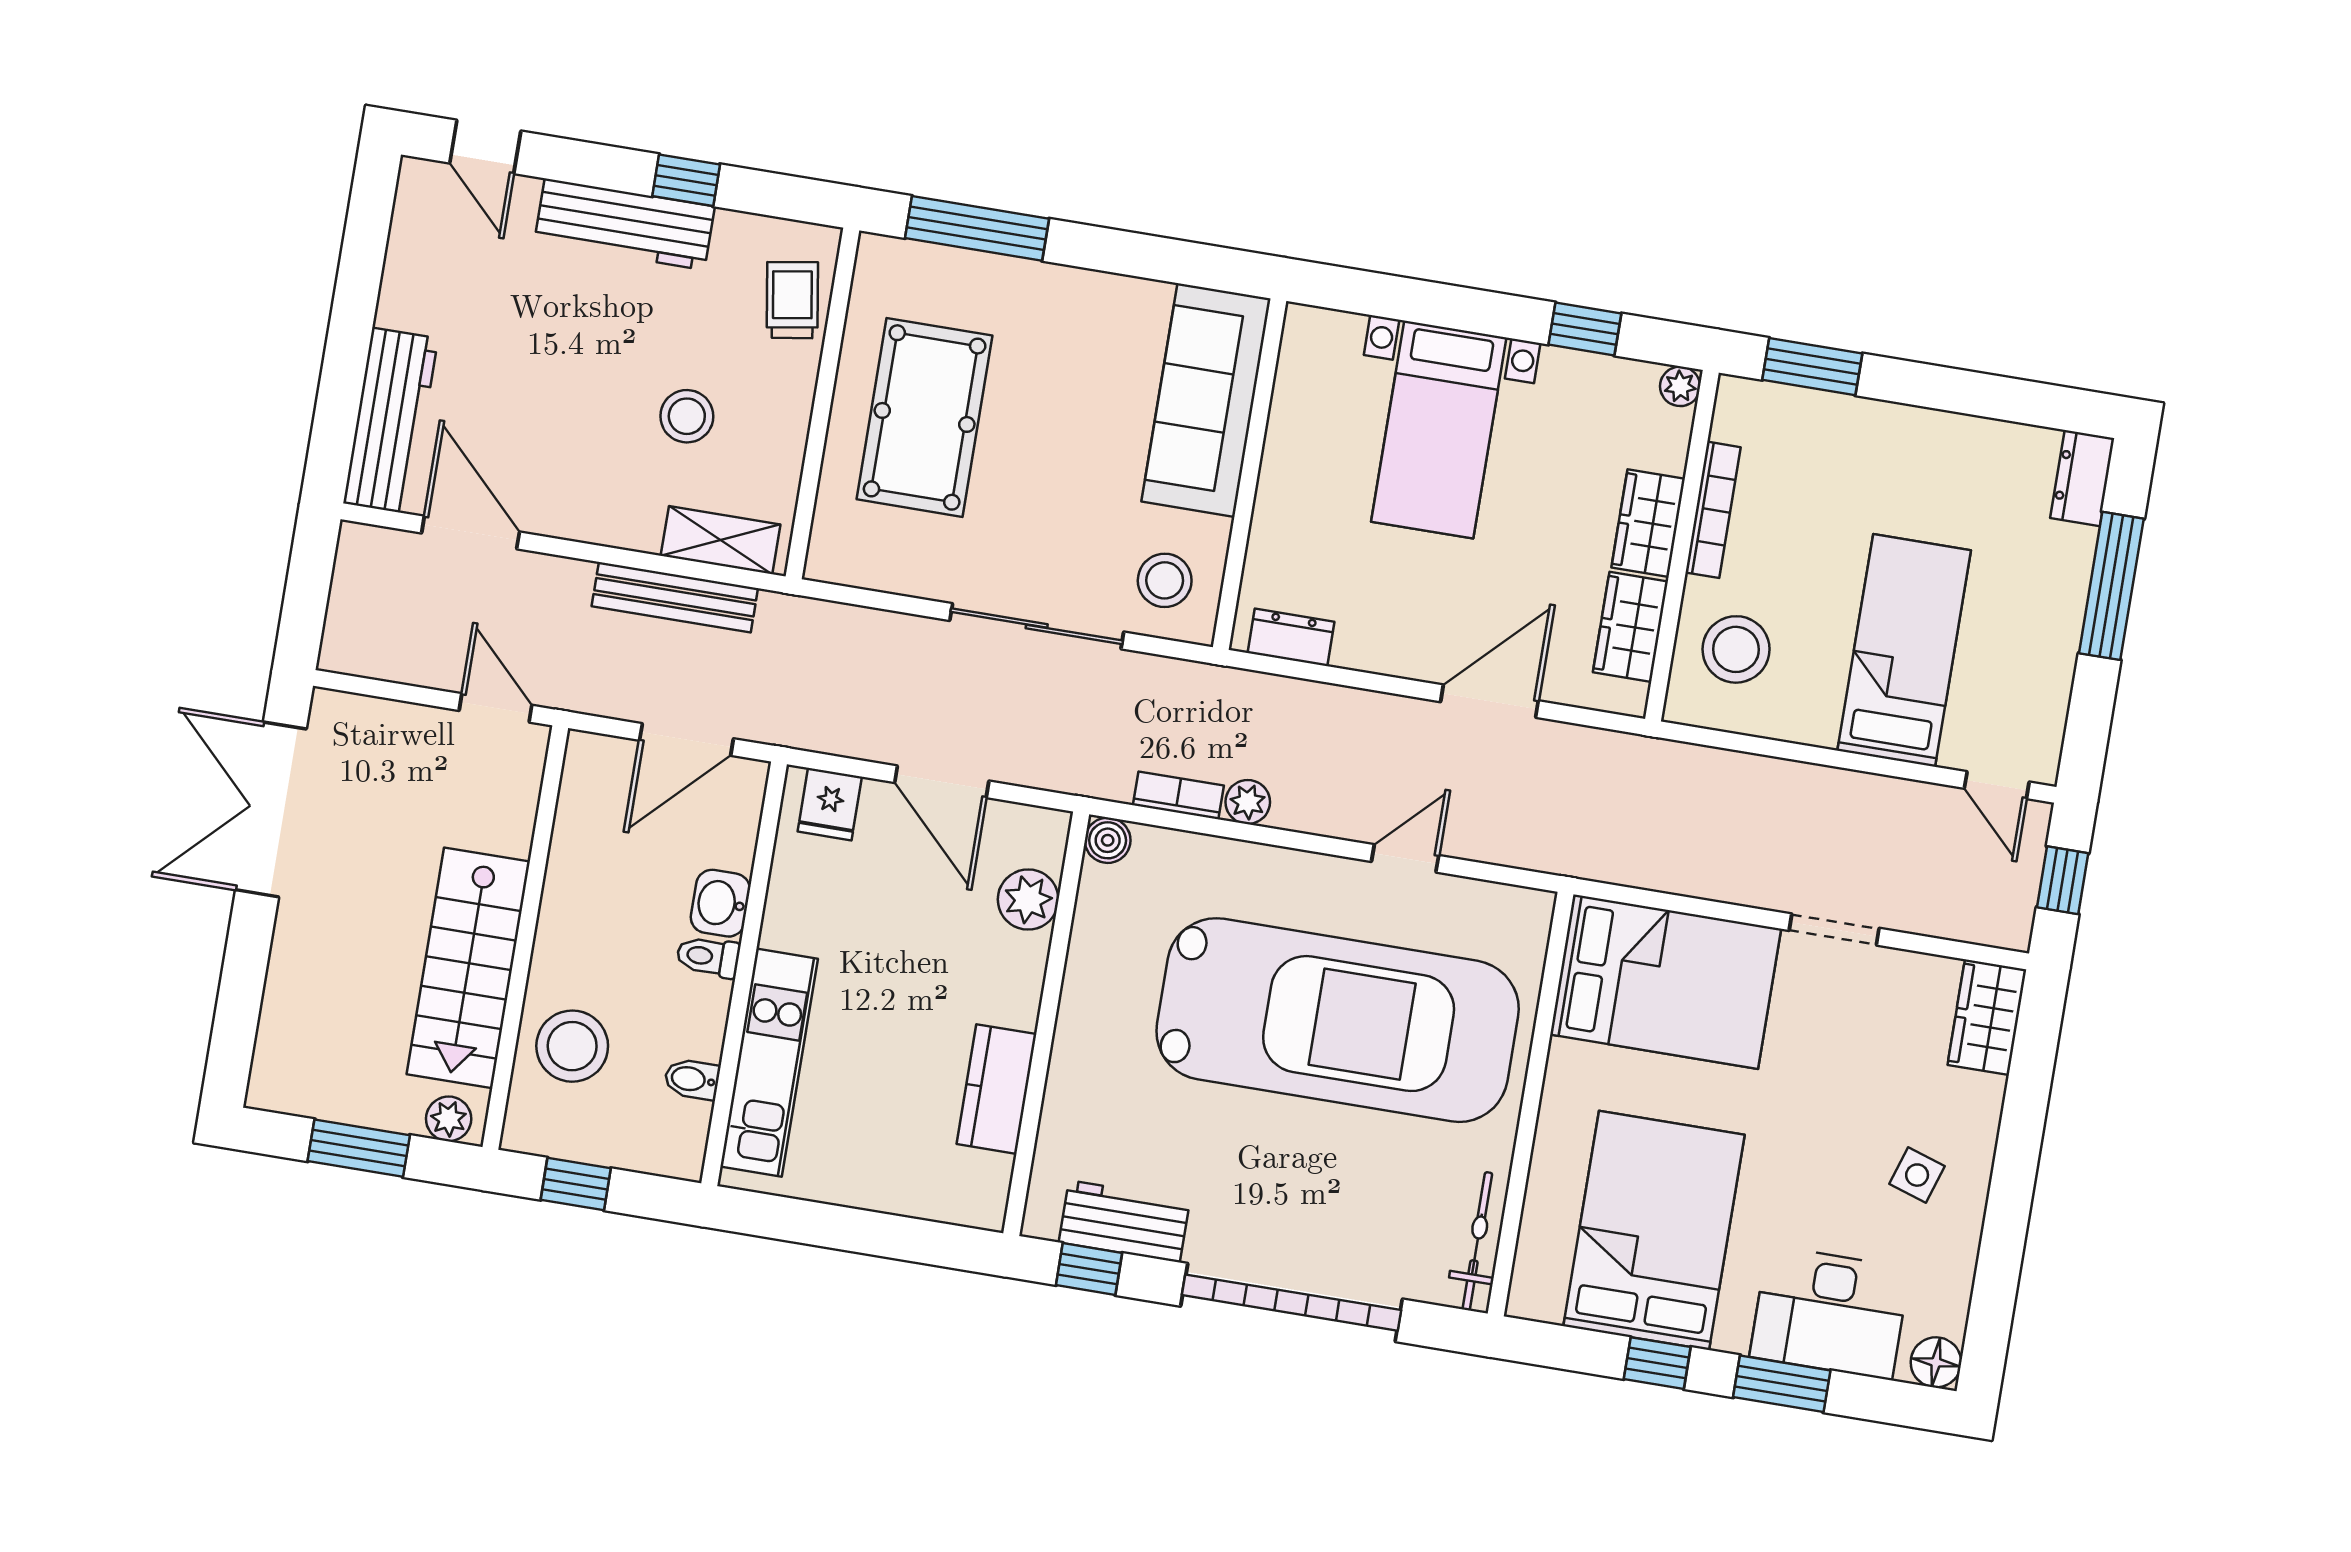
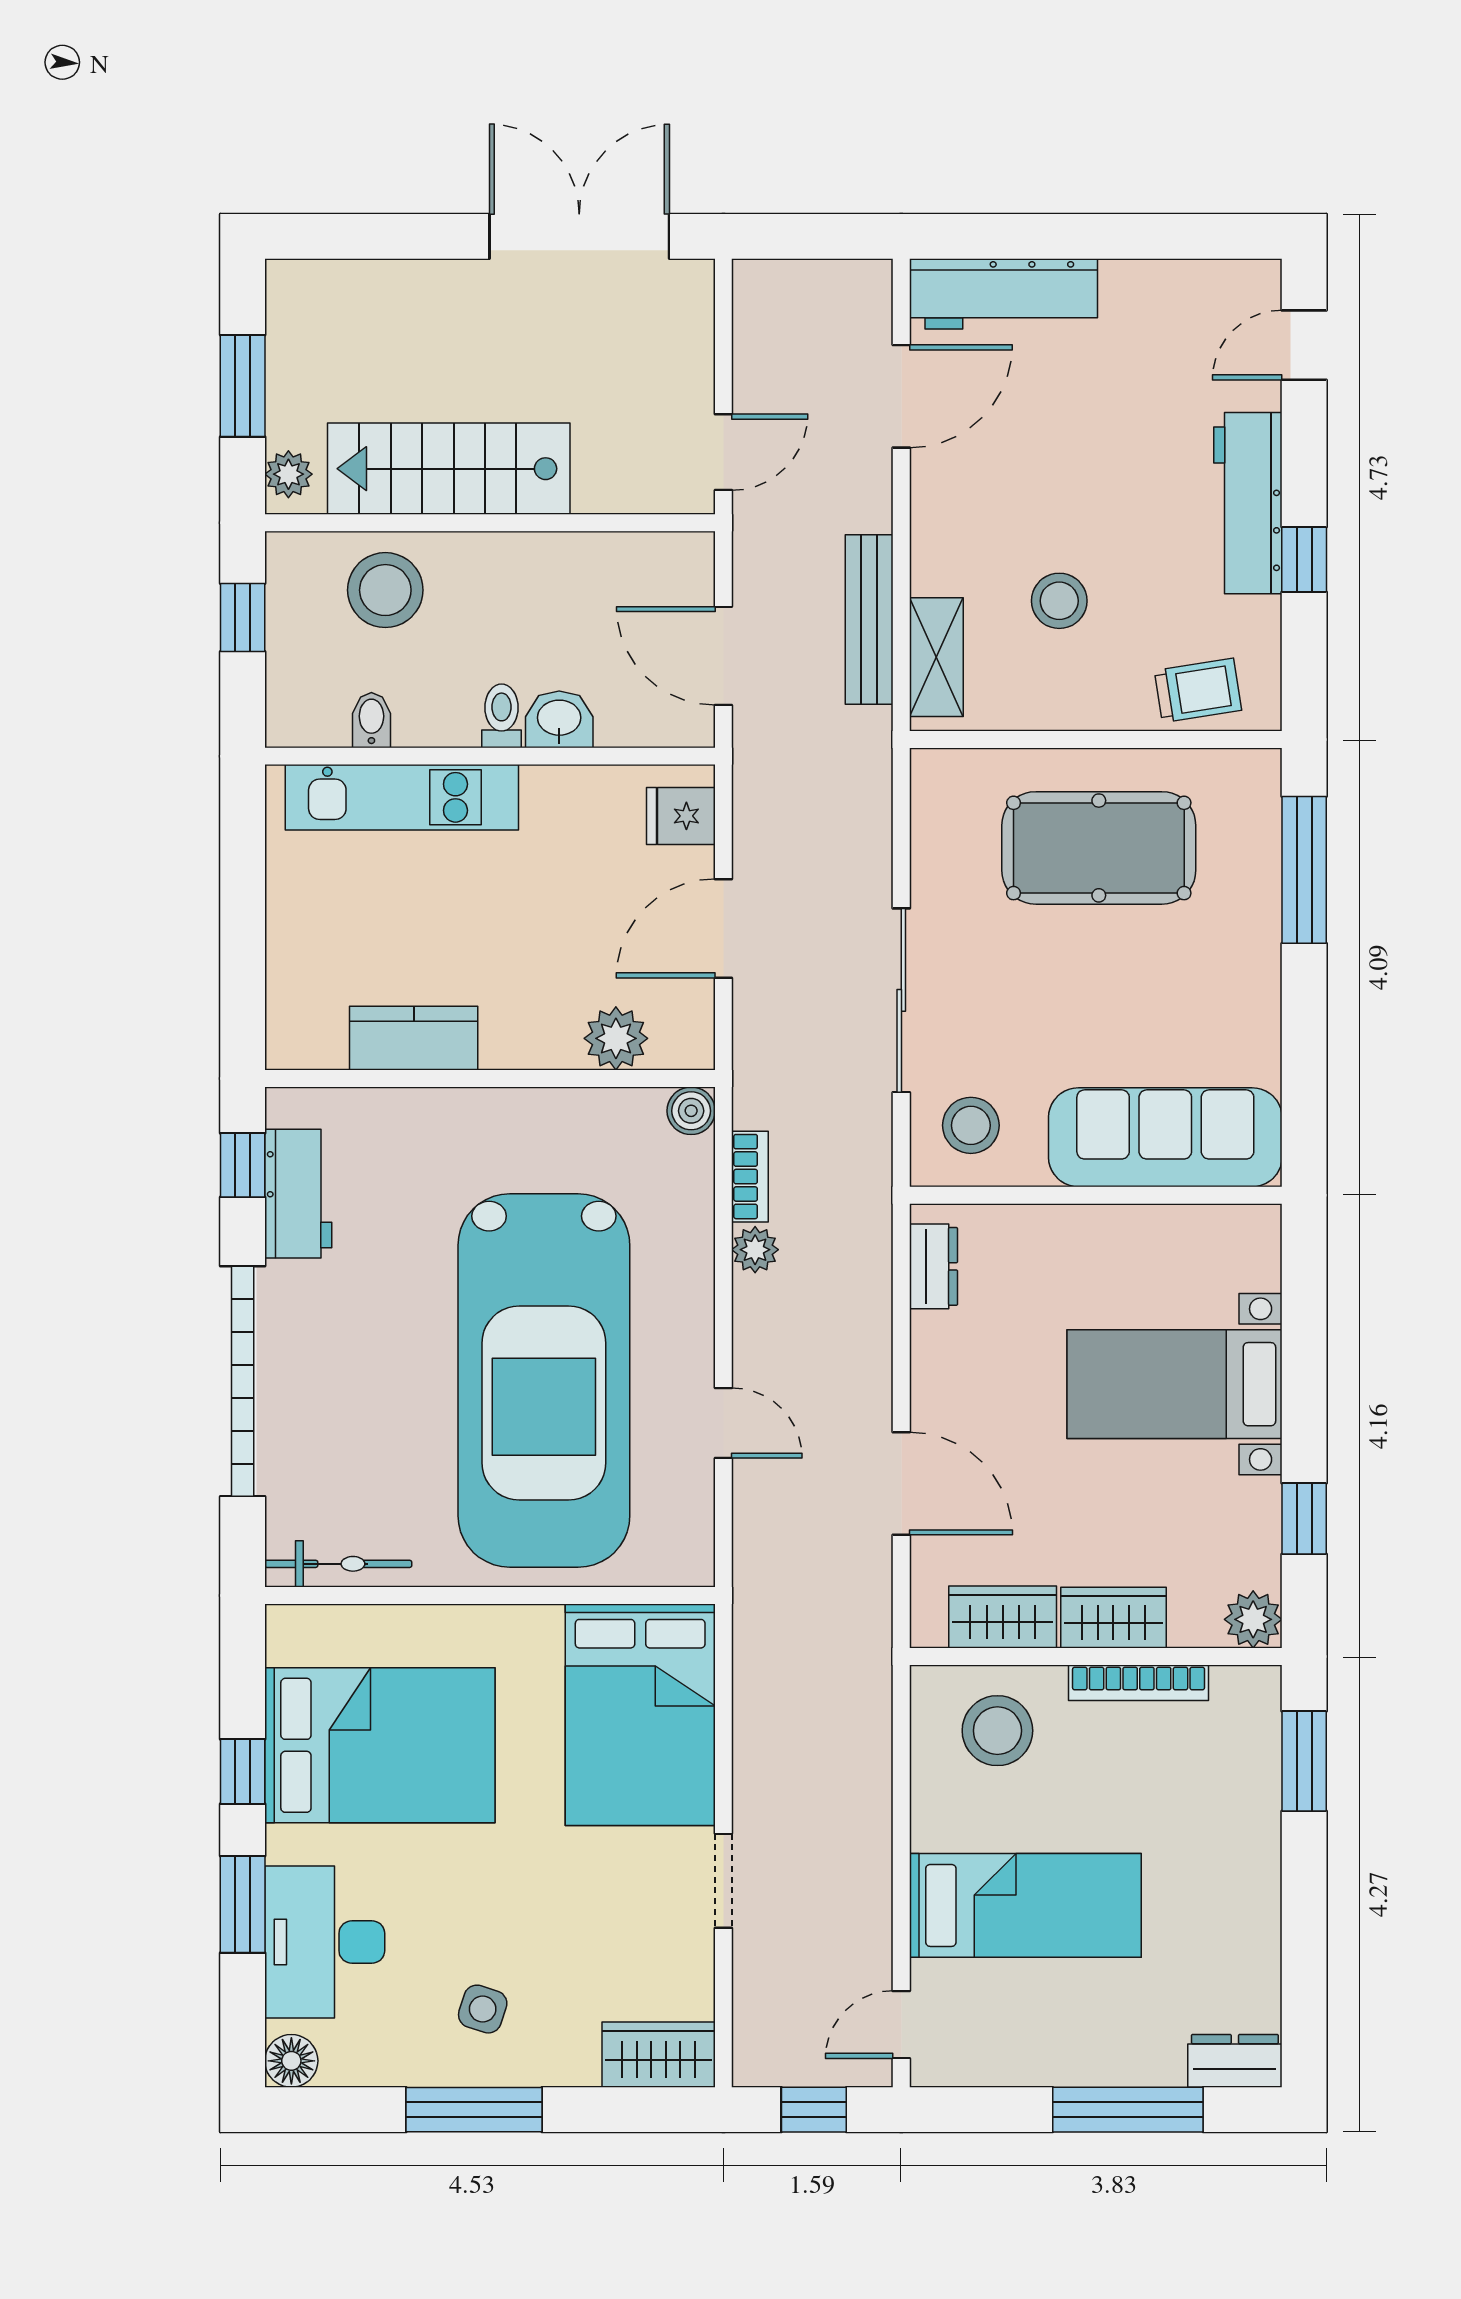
plant: (1680, 386) -> (1253, 1619), width x1.38, depth x1.38
window: (2010, 1199) -> (474, 2110), added

